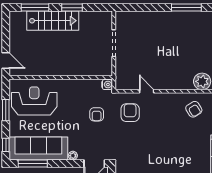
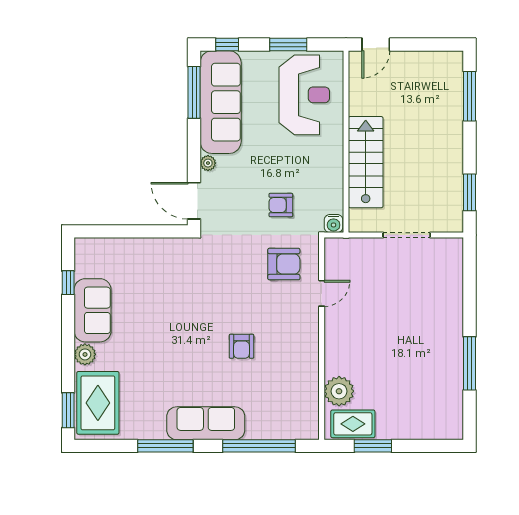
window: (72, 8) -> (469, 192), moved
stairs: (53, 21) -> (366, 162), moved, turned 180
armchair: (194, 109) -> (242, 346), moved, turned -58

